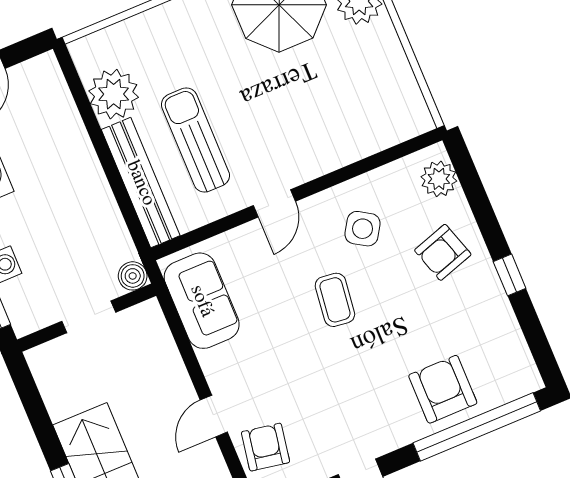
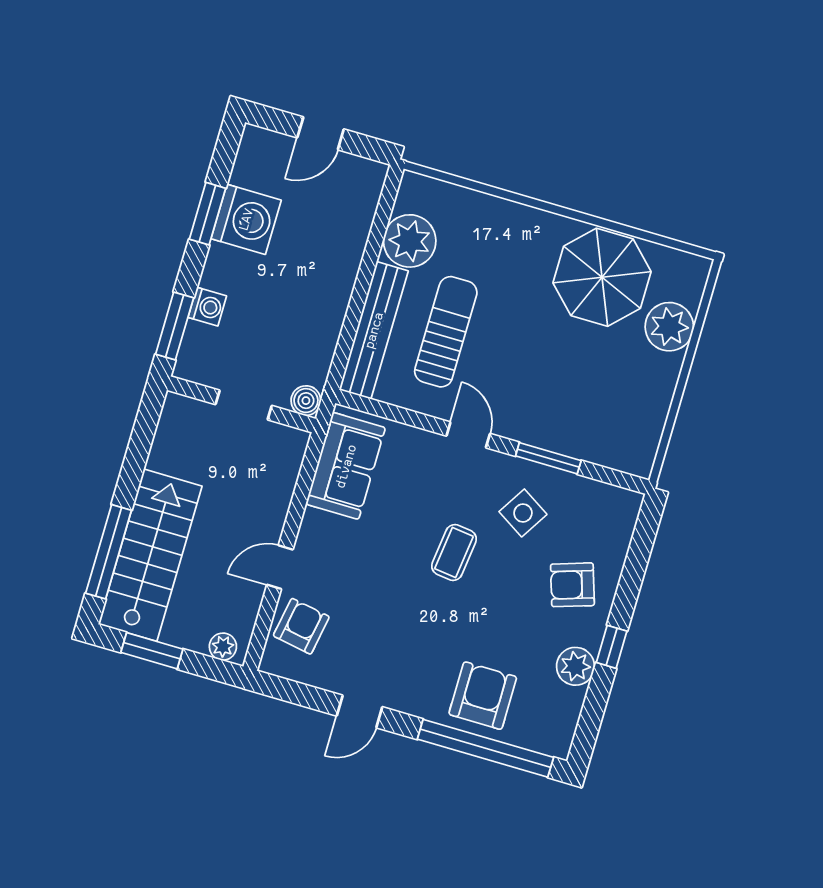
window: (348, 172) -> (548, 458), added
plant: (439, 179) -> (575, 666), moved
door: (274, 203) -> (468, 435), swing flipped

